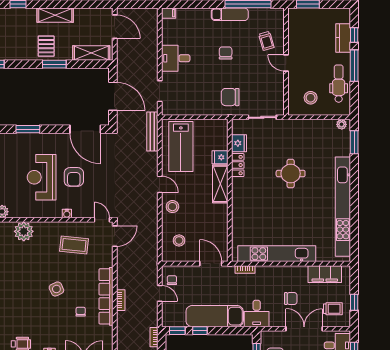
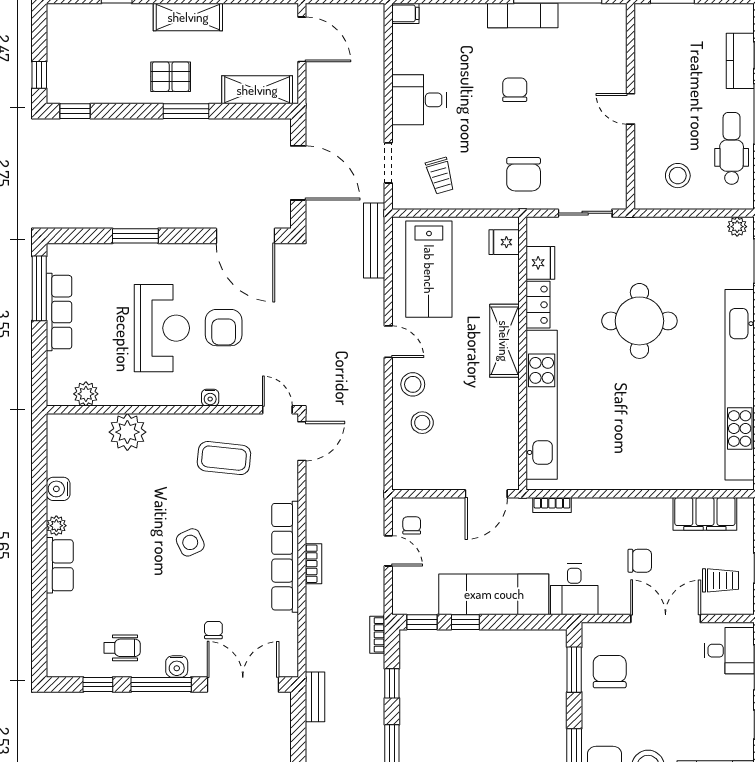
trolley: (266, 41) -> (440, 176), moved
pallet: (46, 46) -> (171, 77), turned 90
chair: (230, 97) -> (524, 174), turned -90
fridge: (220, 157) -> (504, 242), moved
round table: (291, 174) -> (639, 321), width x1.36, depth x1.36
reception desk: (42, 177) -> (162, 328), turned 180
stool: (179, 240) -> (422, 423), moved
kitchen unit: (277, 254) -> (542, 405), moved, turned 90
door: (211, 264) -> (486, 494), swing flipped
chair: (81, 312) -> (213, 630), moved

